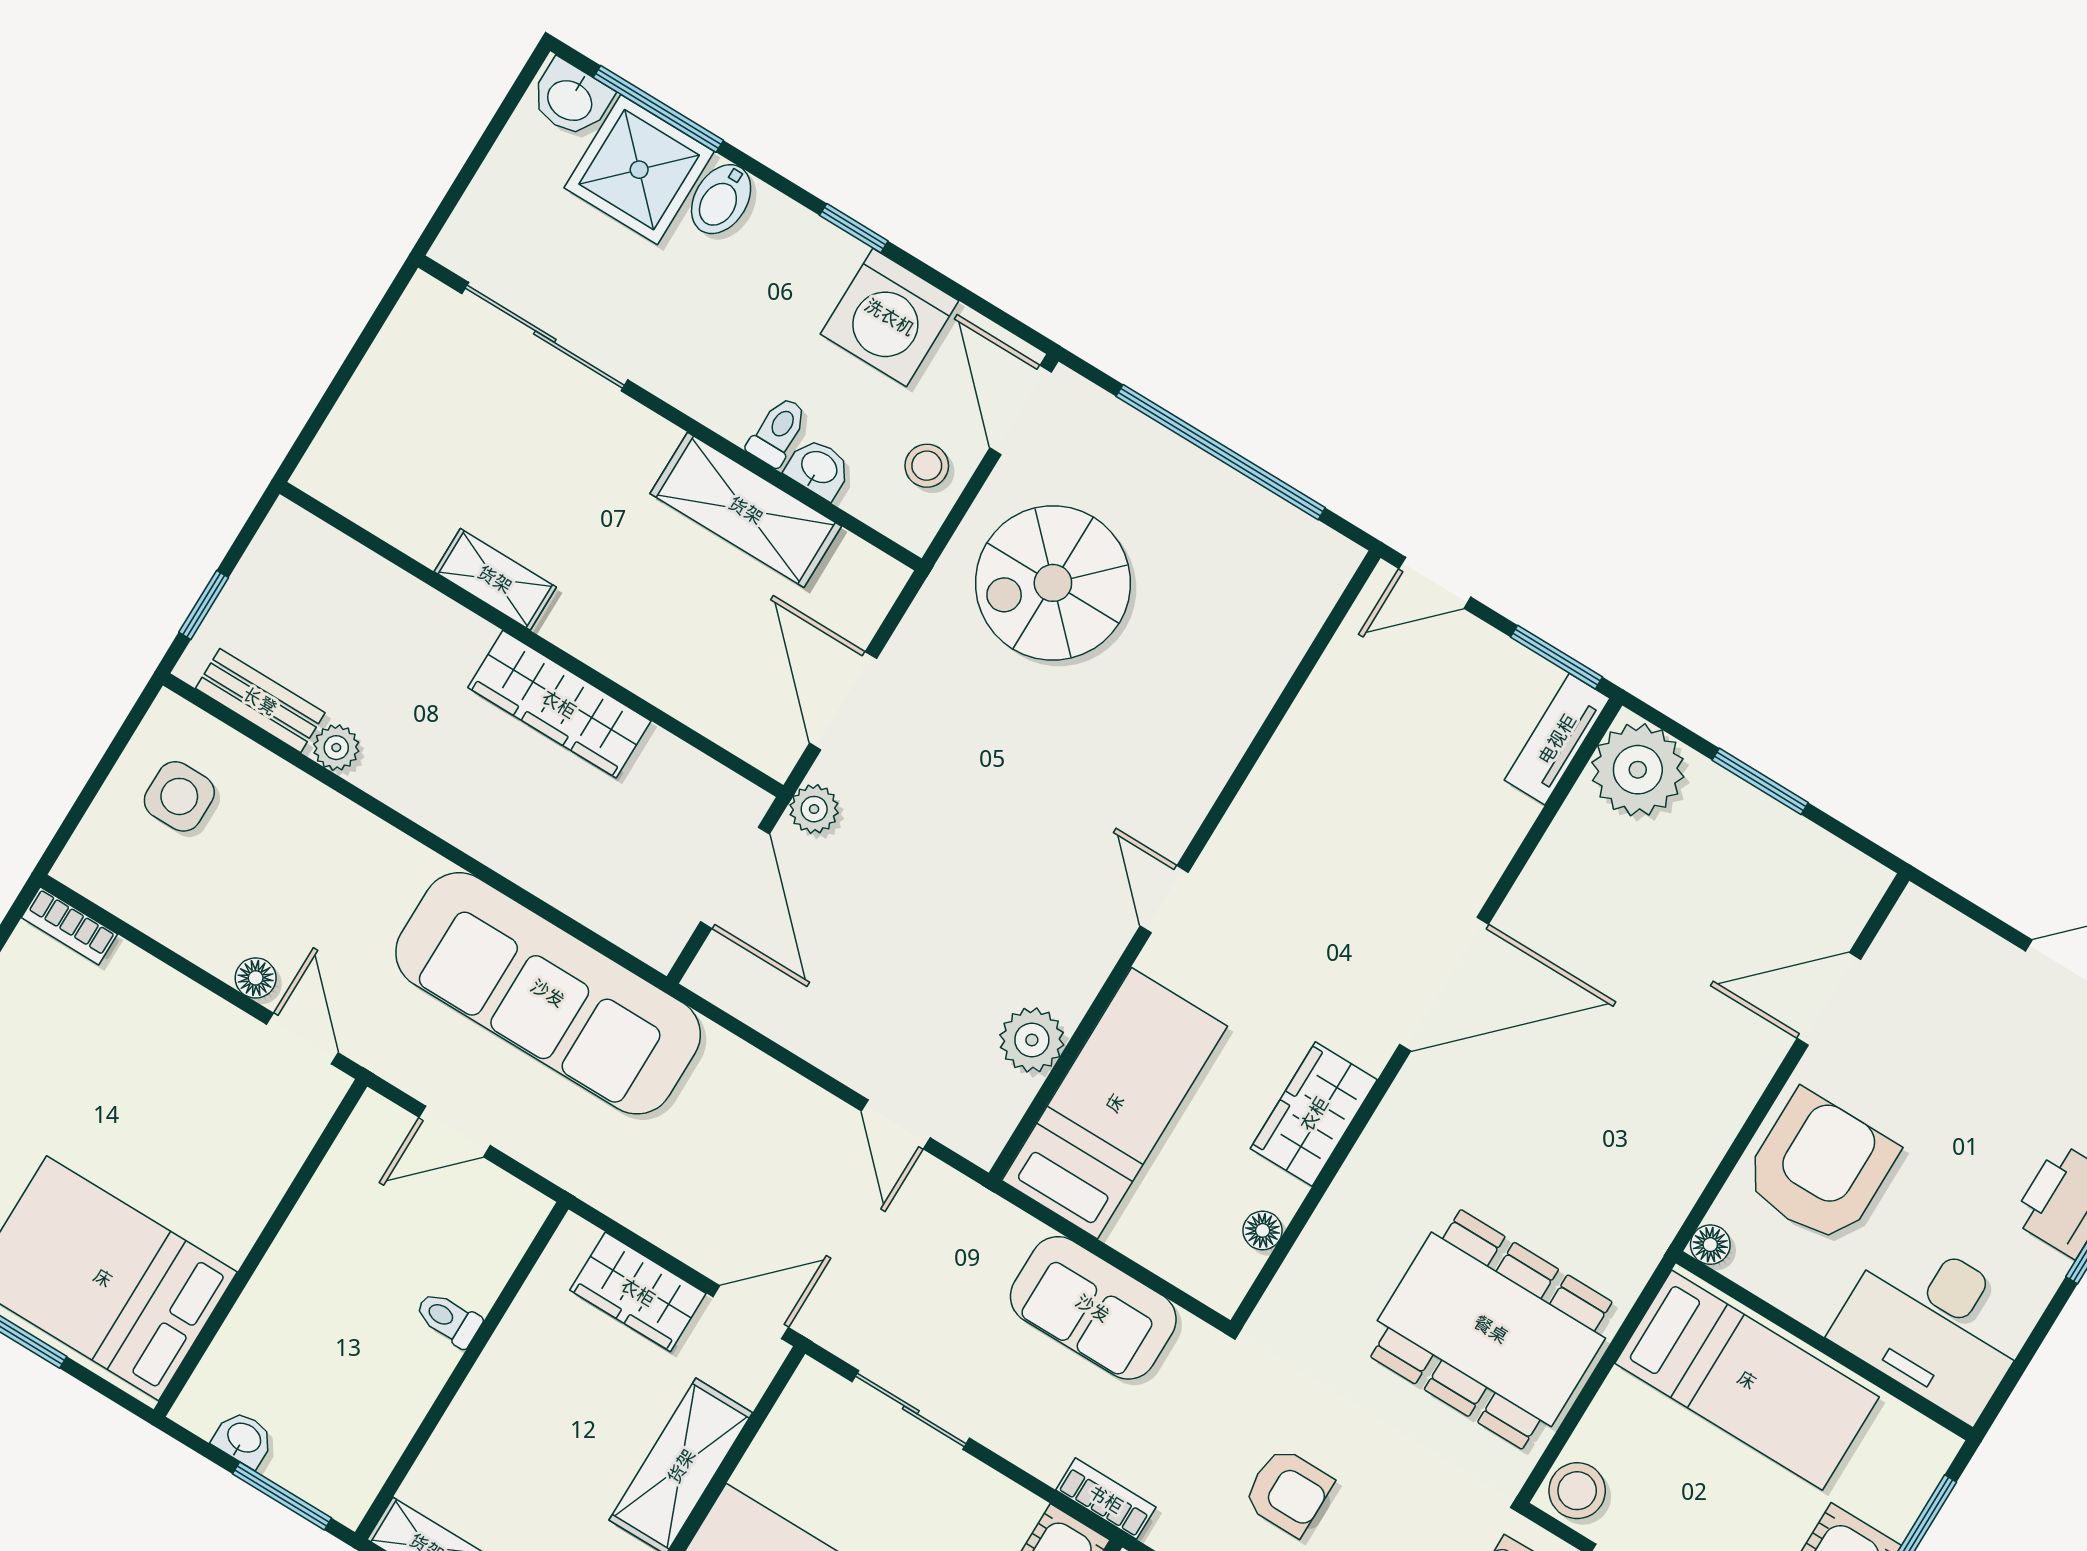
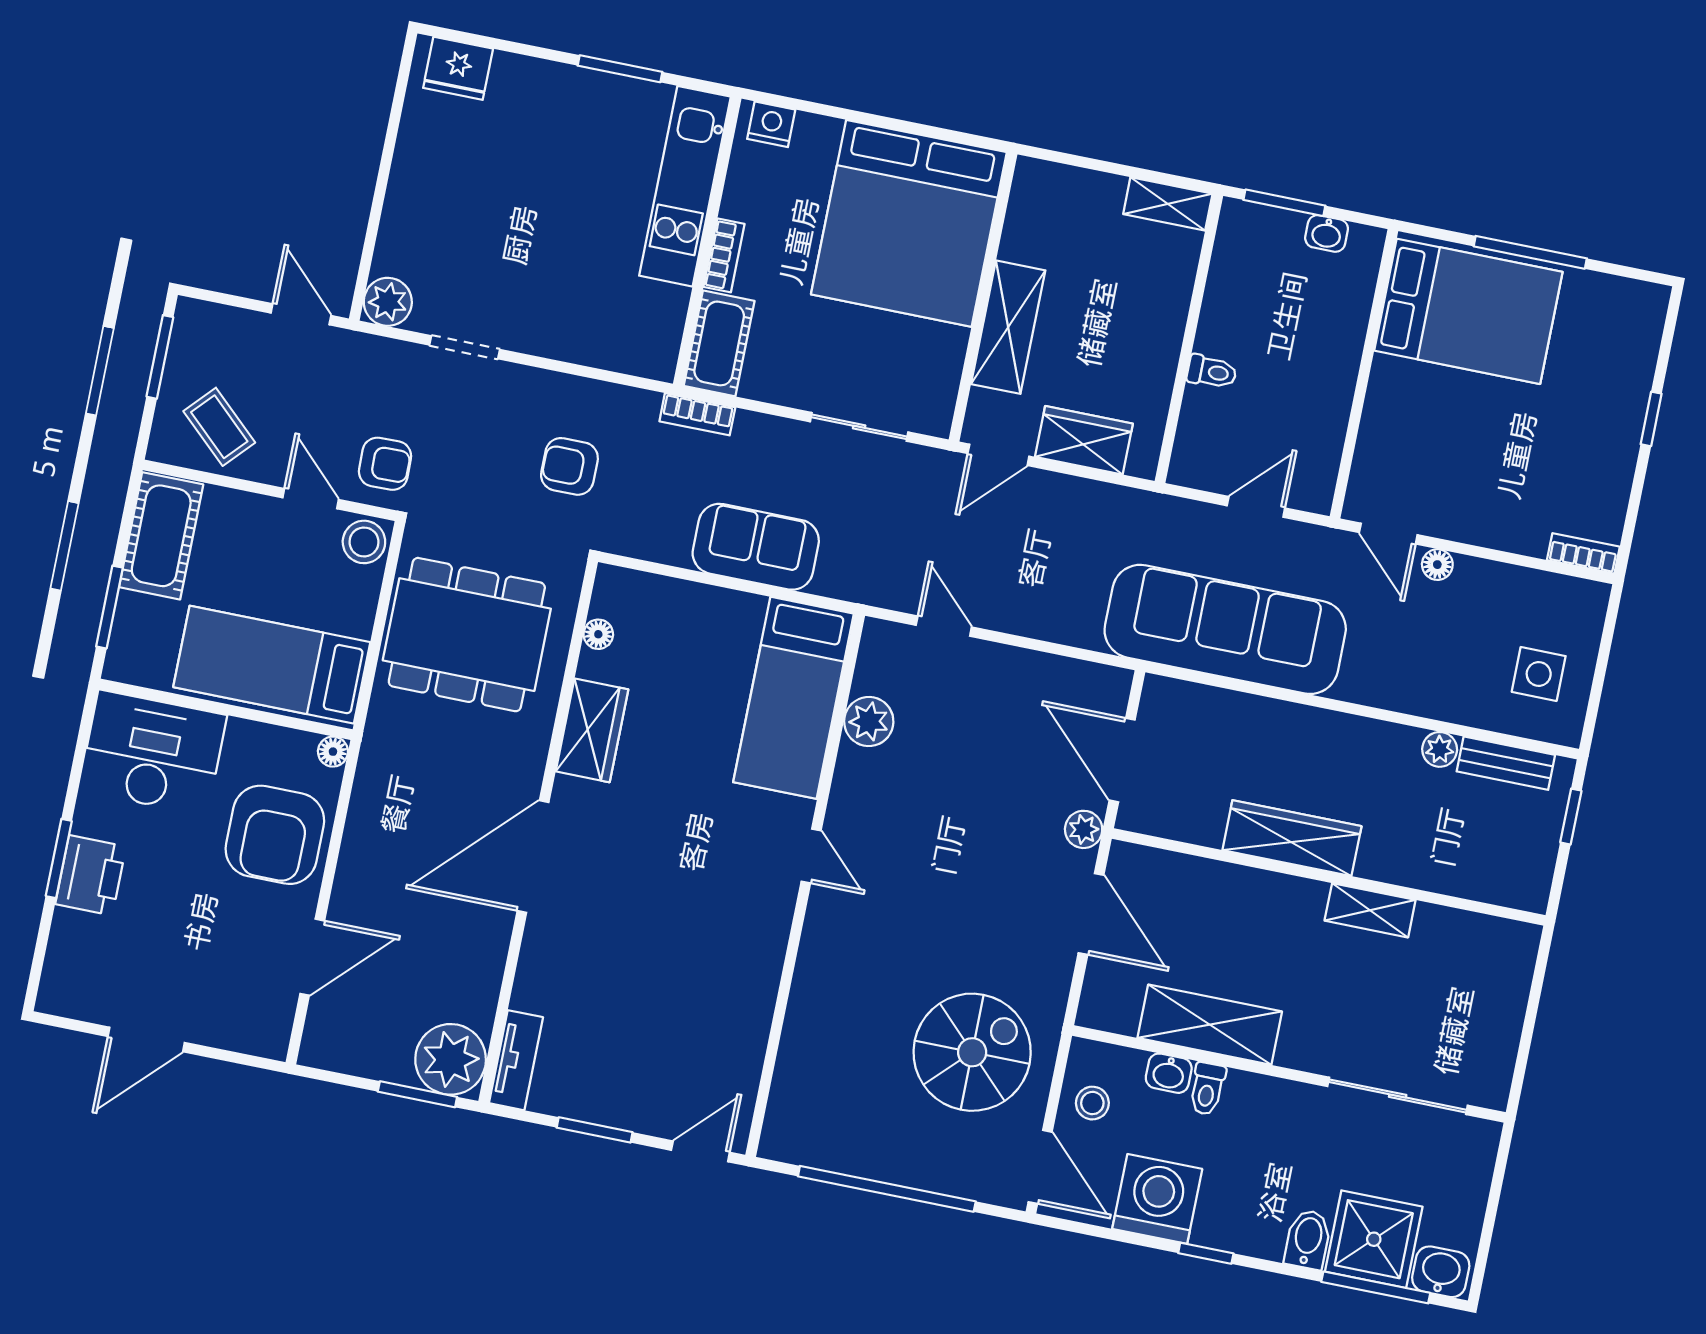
tv unit: (1557, 739) -> (516, 1060), moved
plant: (1638, 770) -> (451, 1059), moved
door: (1444, 984) -> (533, 857), moved
wall: (1426, 1013) -> (538, 831), moved
wardrobe: (1314, 1114) -> (592, 730), moved
floor lamp: (1263, 1230) -> (598, 634), moved

